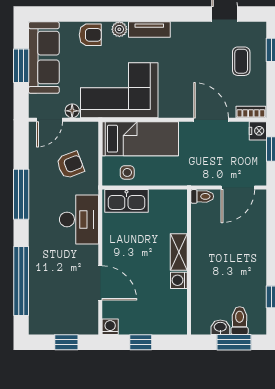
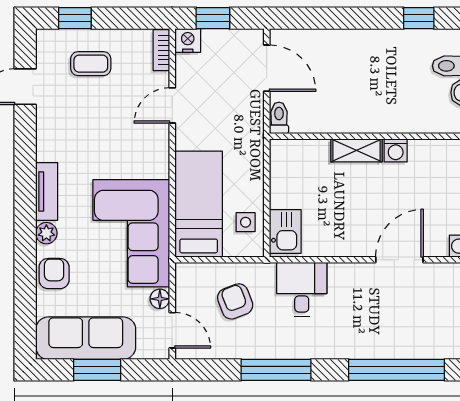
door: (211, 120) -> (172, 105), width x0.73
kitchen sink: (126, 201) -> (285, 231), width x0.73
desk: (79, 219) -> (302, 289), width x0.73

